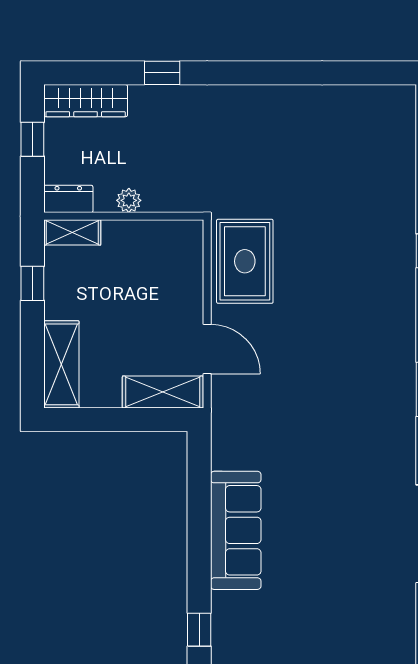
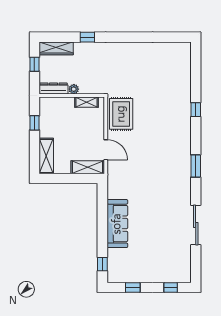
dresser: (68, 199) -> (53, 88), width x1.44
shelving: (72, 232) -> (87, 102), moved

